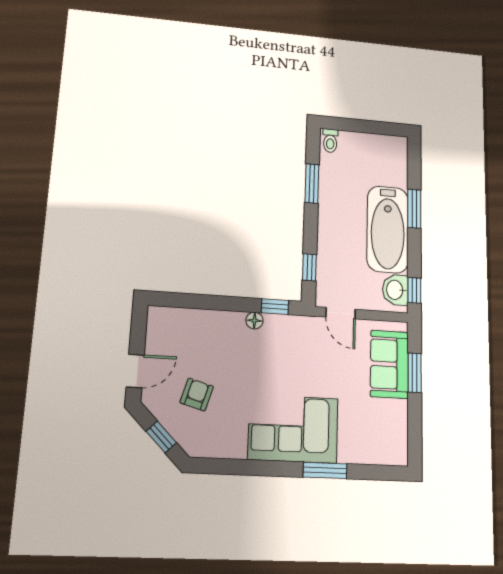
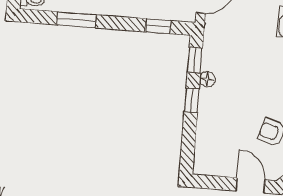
window: (231, 304) -> (192, 100), added

